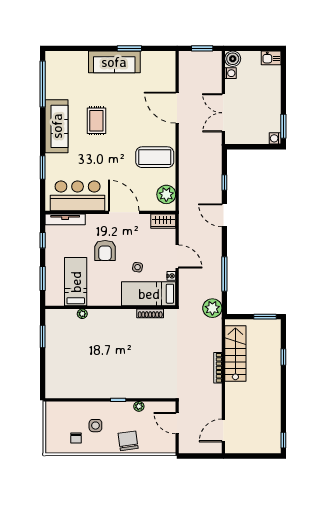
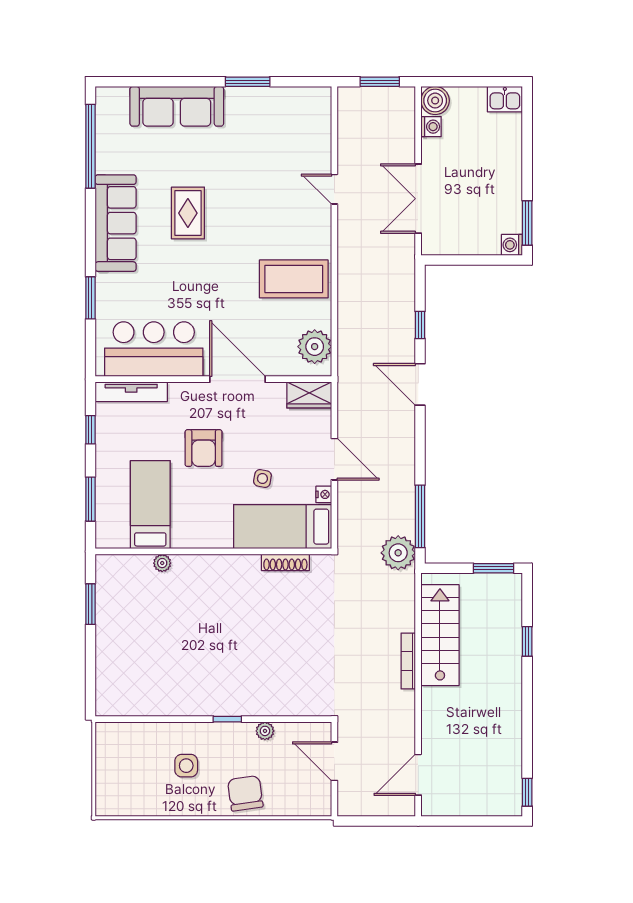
sofa: (114, 62) -> (177, 106), moved
door: (177, 108) -> (334, 189), width x0.53
window: (224, 274) -> (420, 516), moved
chair: (76, 438) -> (151, 788), removed

